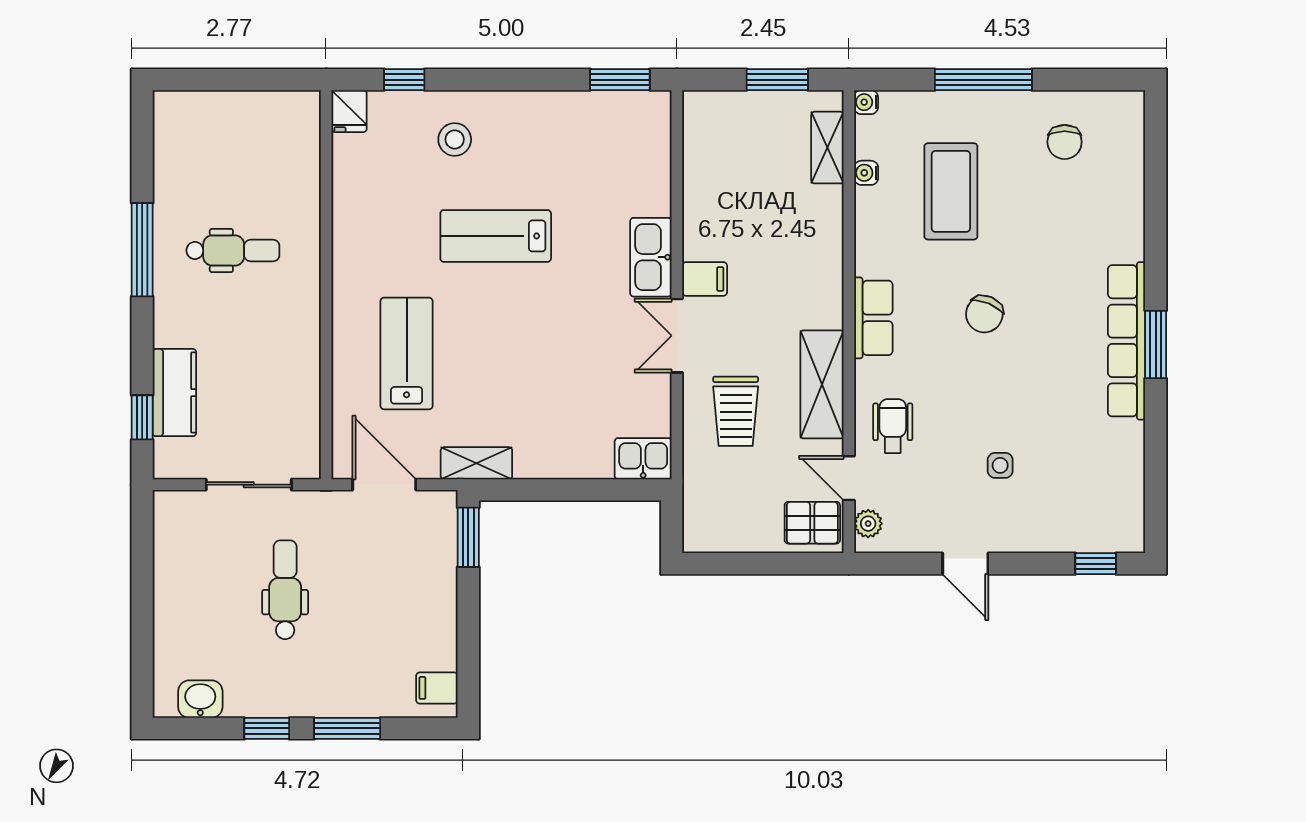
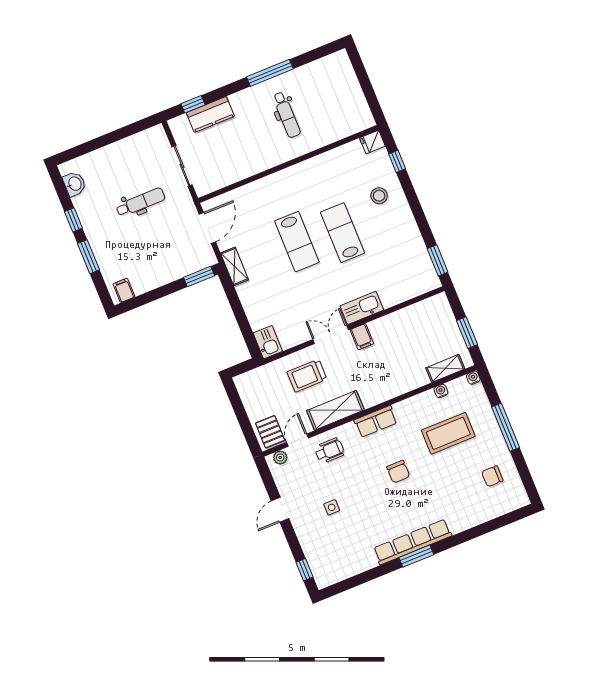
chair: (984, 314) -> (398, 472), turned -113
lab bench: (407, 353) -> (297, 242), moved, turned 90

